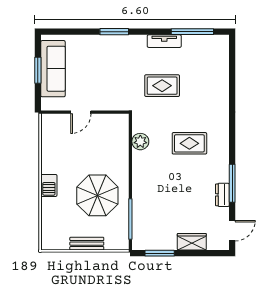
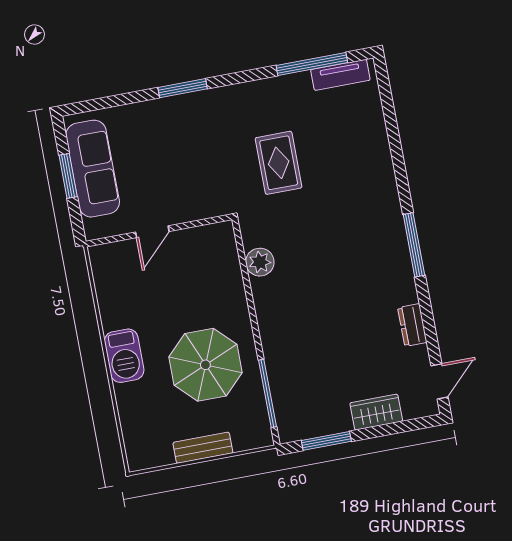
tv unit: (164, 41) -> (340, 75), moved
rug: (162, 86) -> (279, 163), turned 90
rug: (189, 143) -> (342, 250), removed
window: (232, 183) -> (414, 245), moved
barbecue: (49, 185) -> (124, 356), width x1.38, depth x1.27

